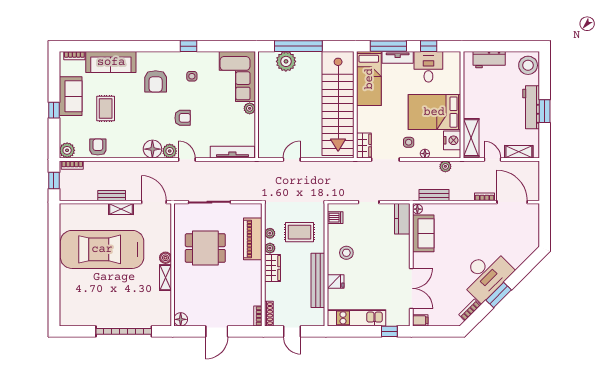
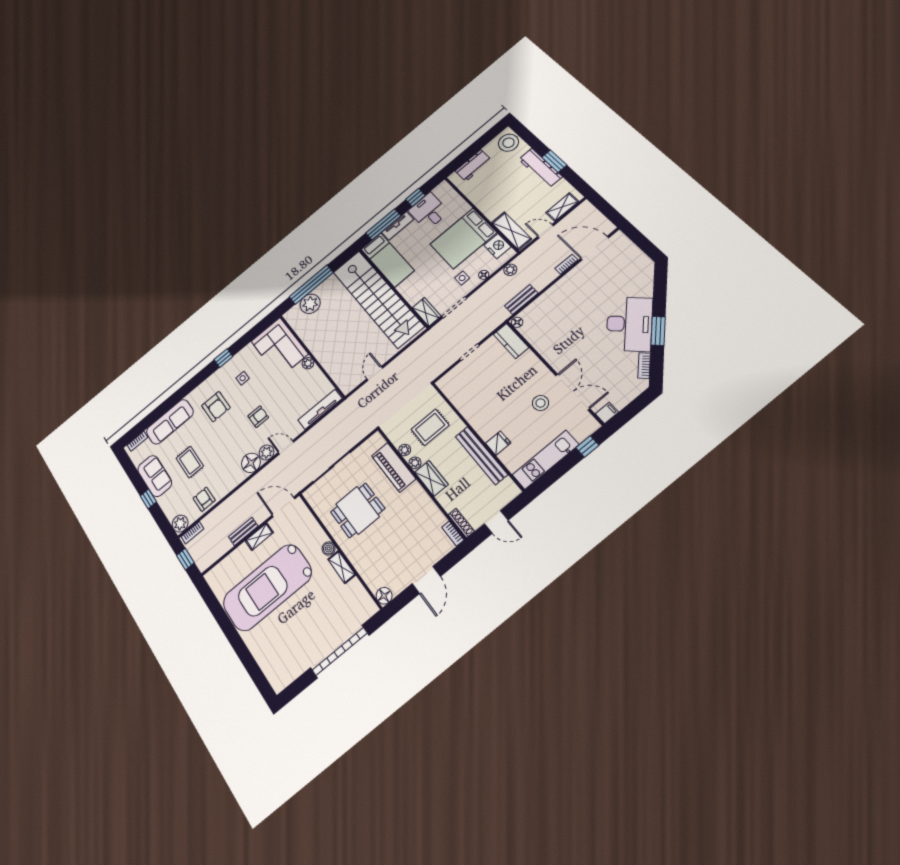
dishwasher: (335, 218) -> (451, 389), removed
sofa: (423, 233) -> (540, 337), removed
stool: (346, 253) -> (540, 403), moved

